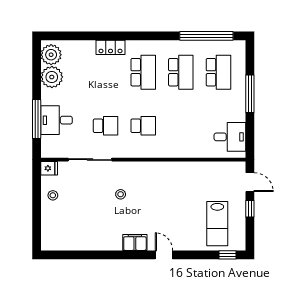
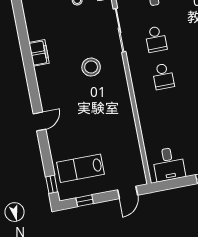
stool: (121, 194) -> (91, 67), width x1.89, depth x1.89
window: (250, 209) -> (85, 201), moved
filing cabinet: (135, 242) -> (39, 53), moved

